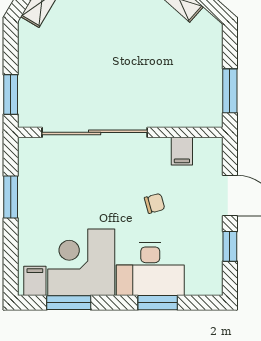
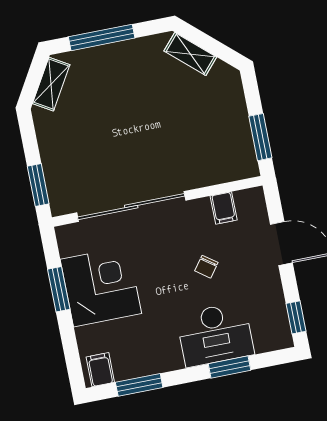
chair: (155, 203) -> (206, 267), turned 141
window: (230, 246) -> (296, 317), moved
corner desk: (81, 262) -> (101, 286), moved, turned 90

